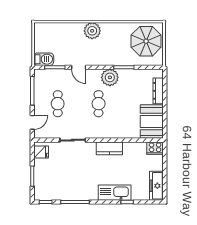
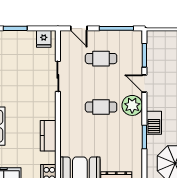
barbecue: (44, 59) -> (154, 123), moved
door: (79, 67) -> (144, 83), hinge flipped
plant: (110, 77) -> (132, 105), moved
kitchen counter: (109, 148) -> (48, 136), moved

